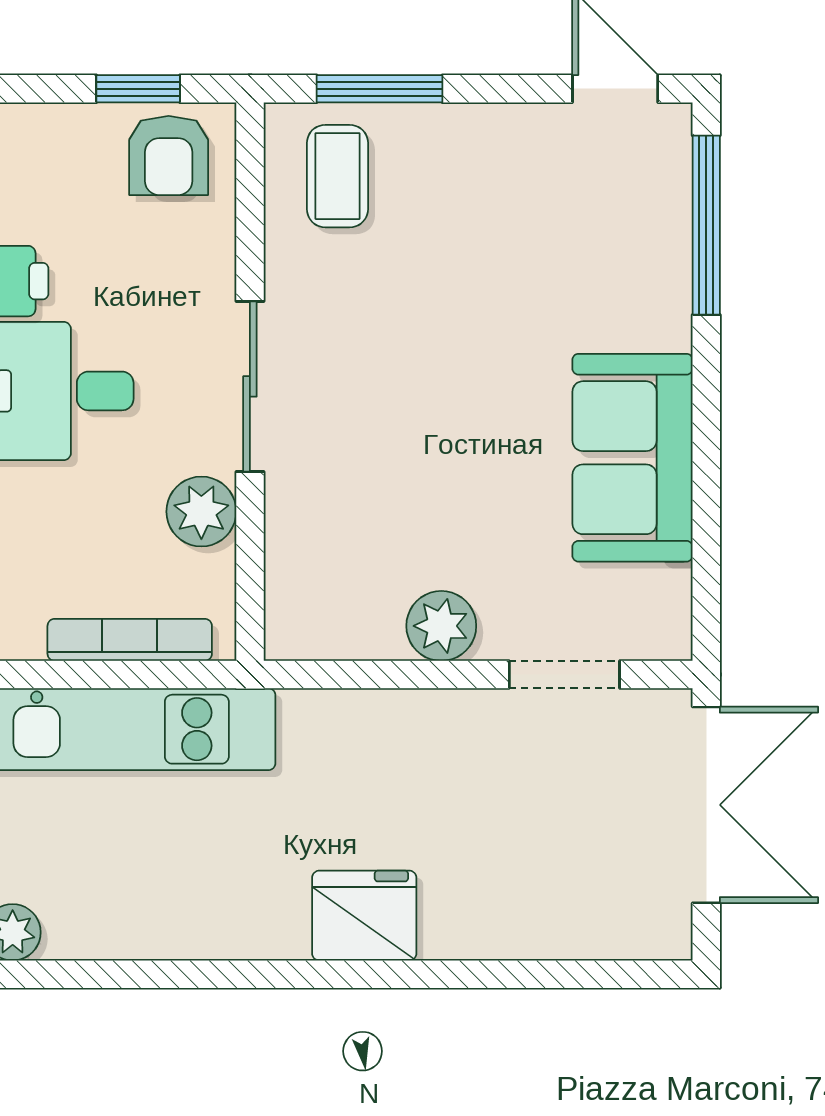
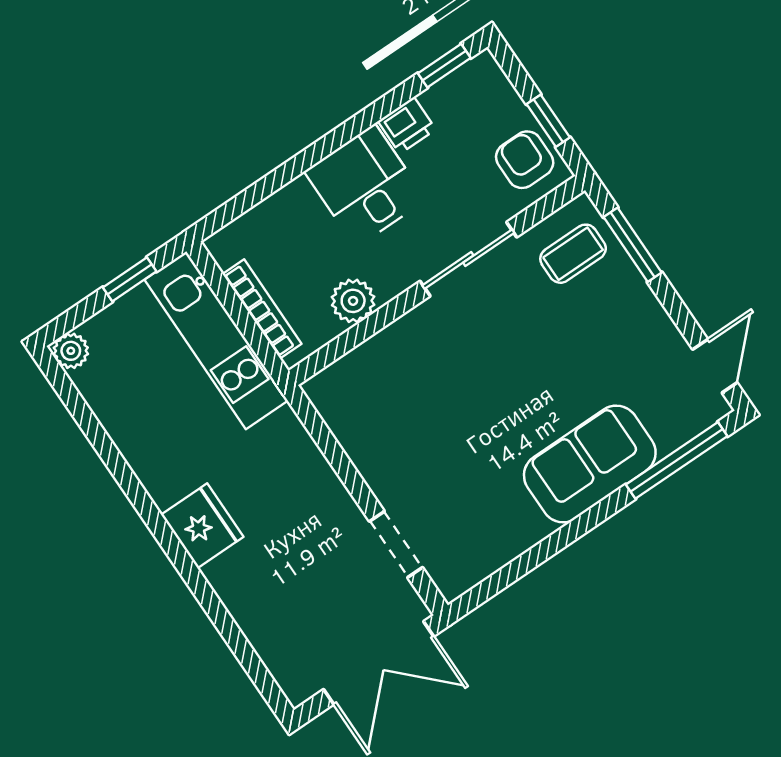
armchair: (169, 155) -> (525, 160), turned 90
sliding door: (250, 386) -> (468, 259), moved
sofa: (632, 458) -> (590, 464), moved
plant: (441, 626) -> (378, 464), removed

